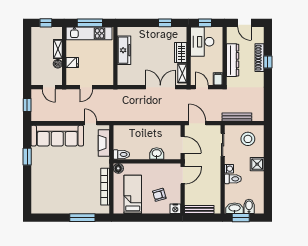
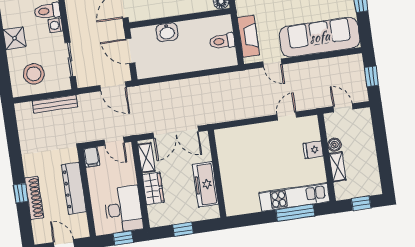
freezer: (124, 50) -> (205, 184), moved
wall: (115, 56) -> (217, 174), moved
toilet: (121, 154) -> (222, 41), moved

